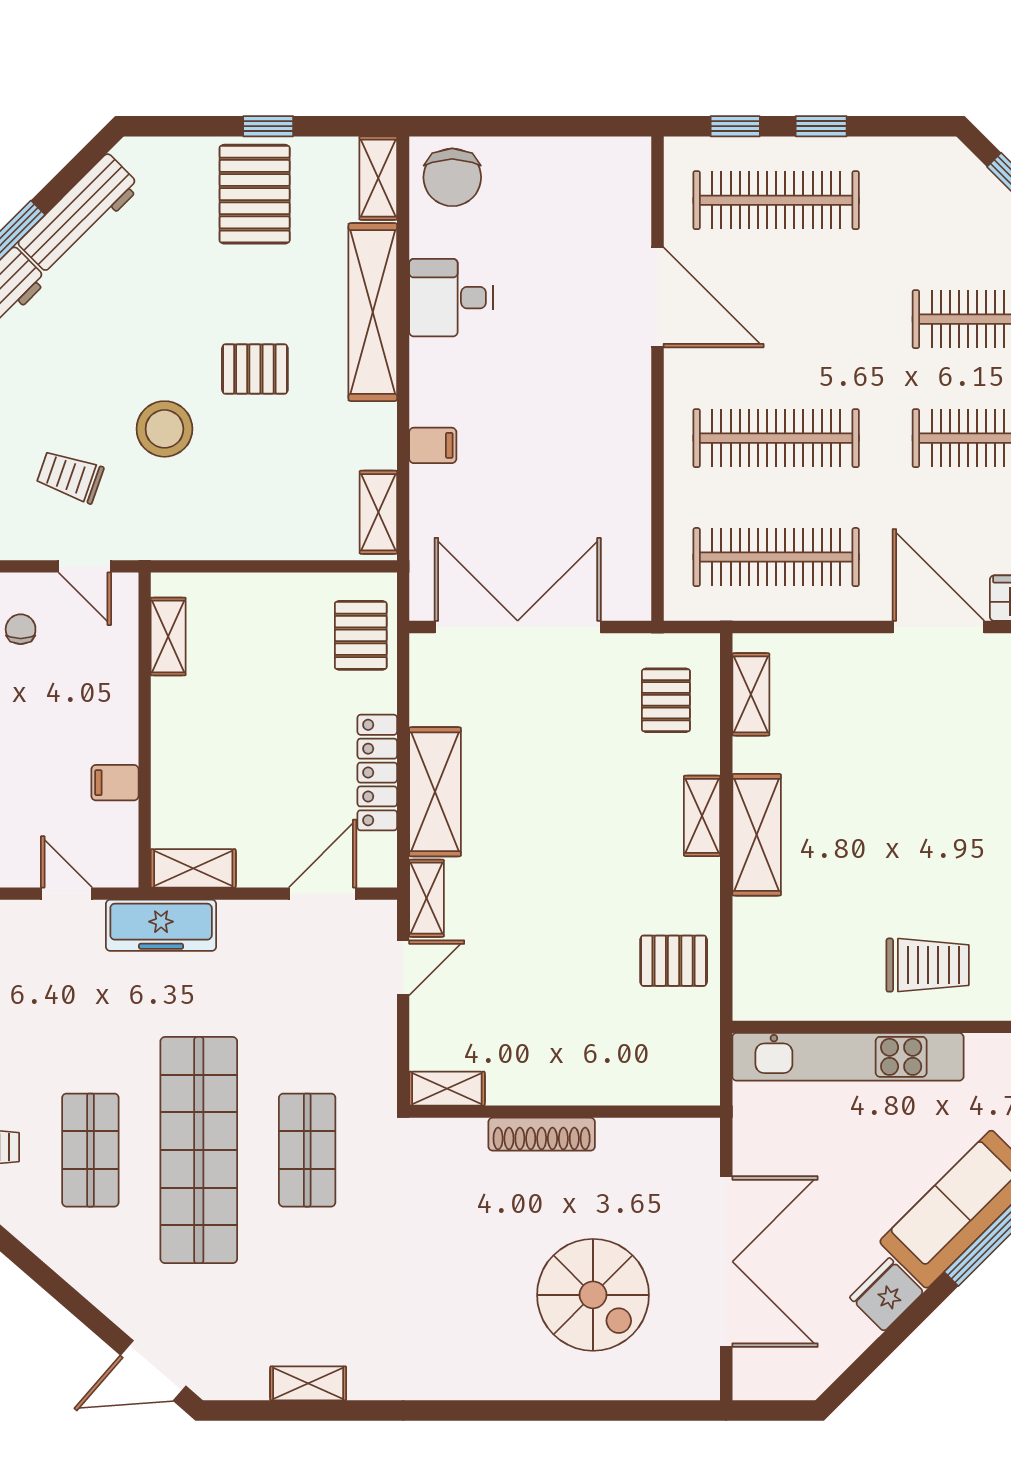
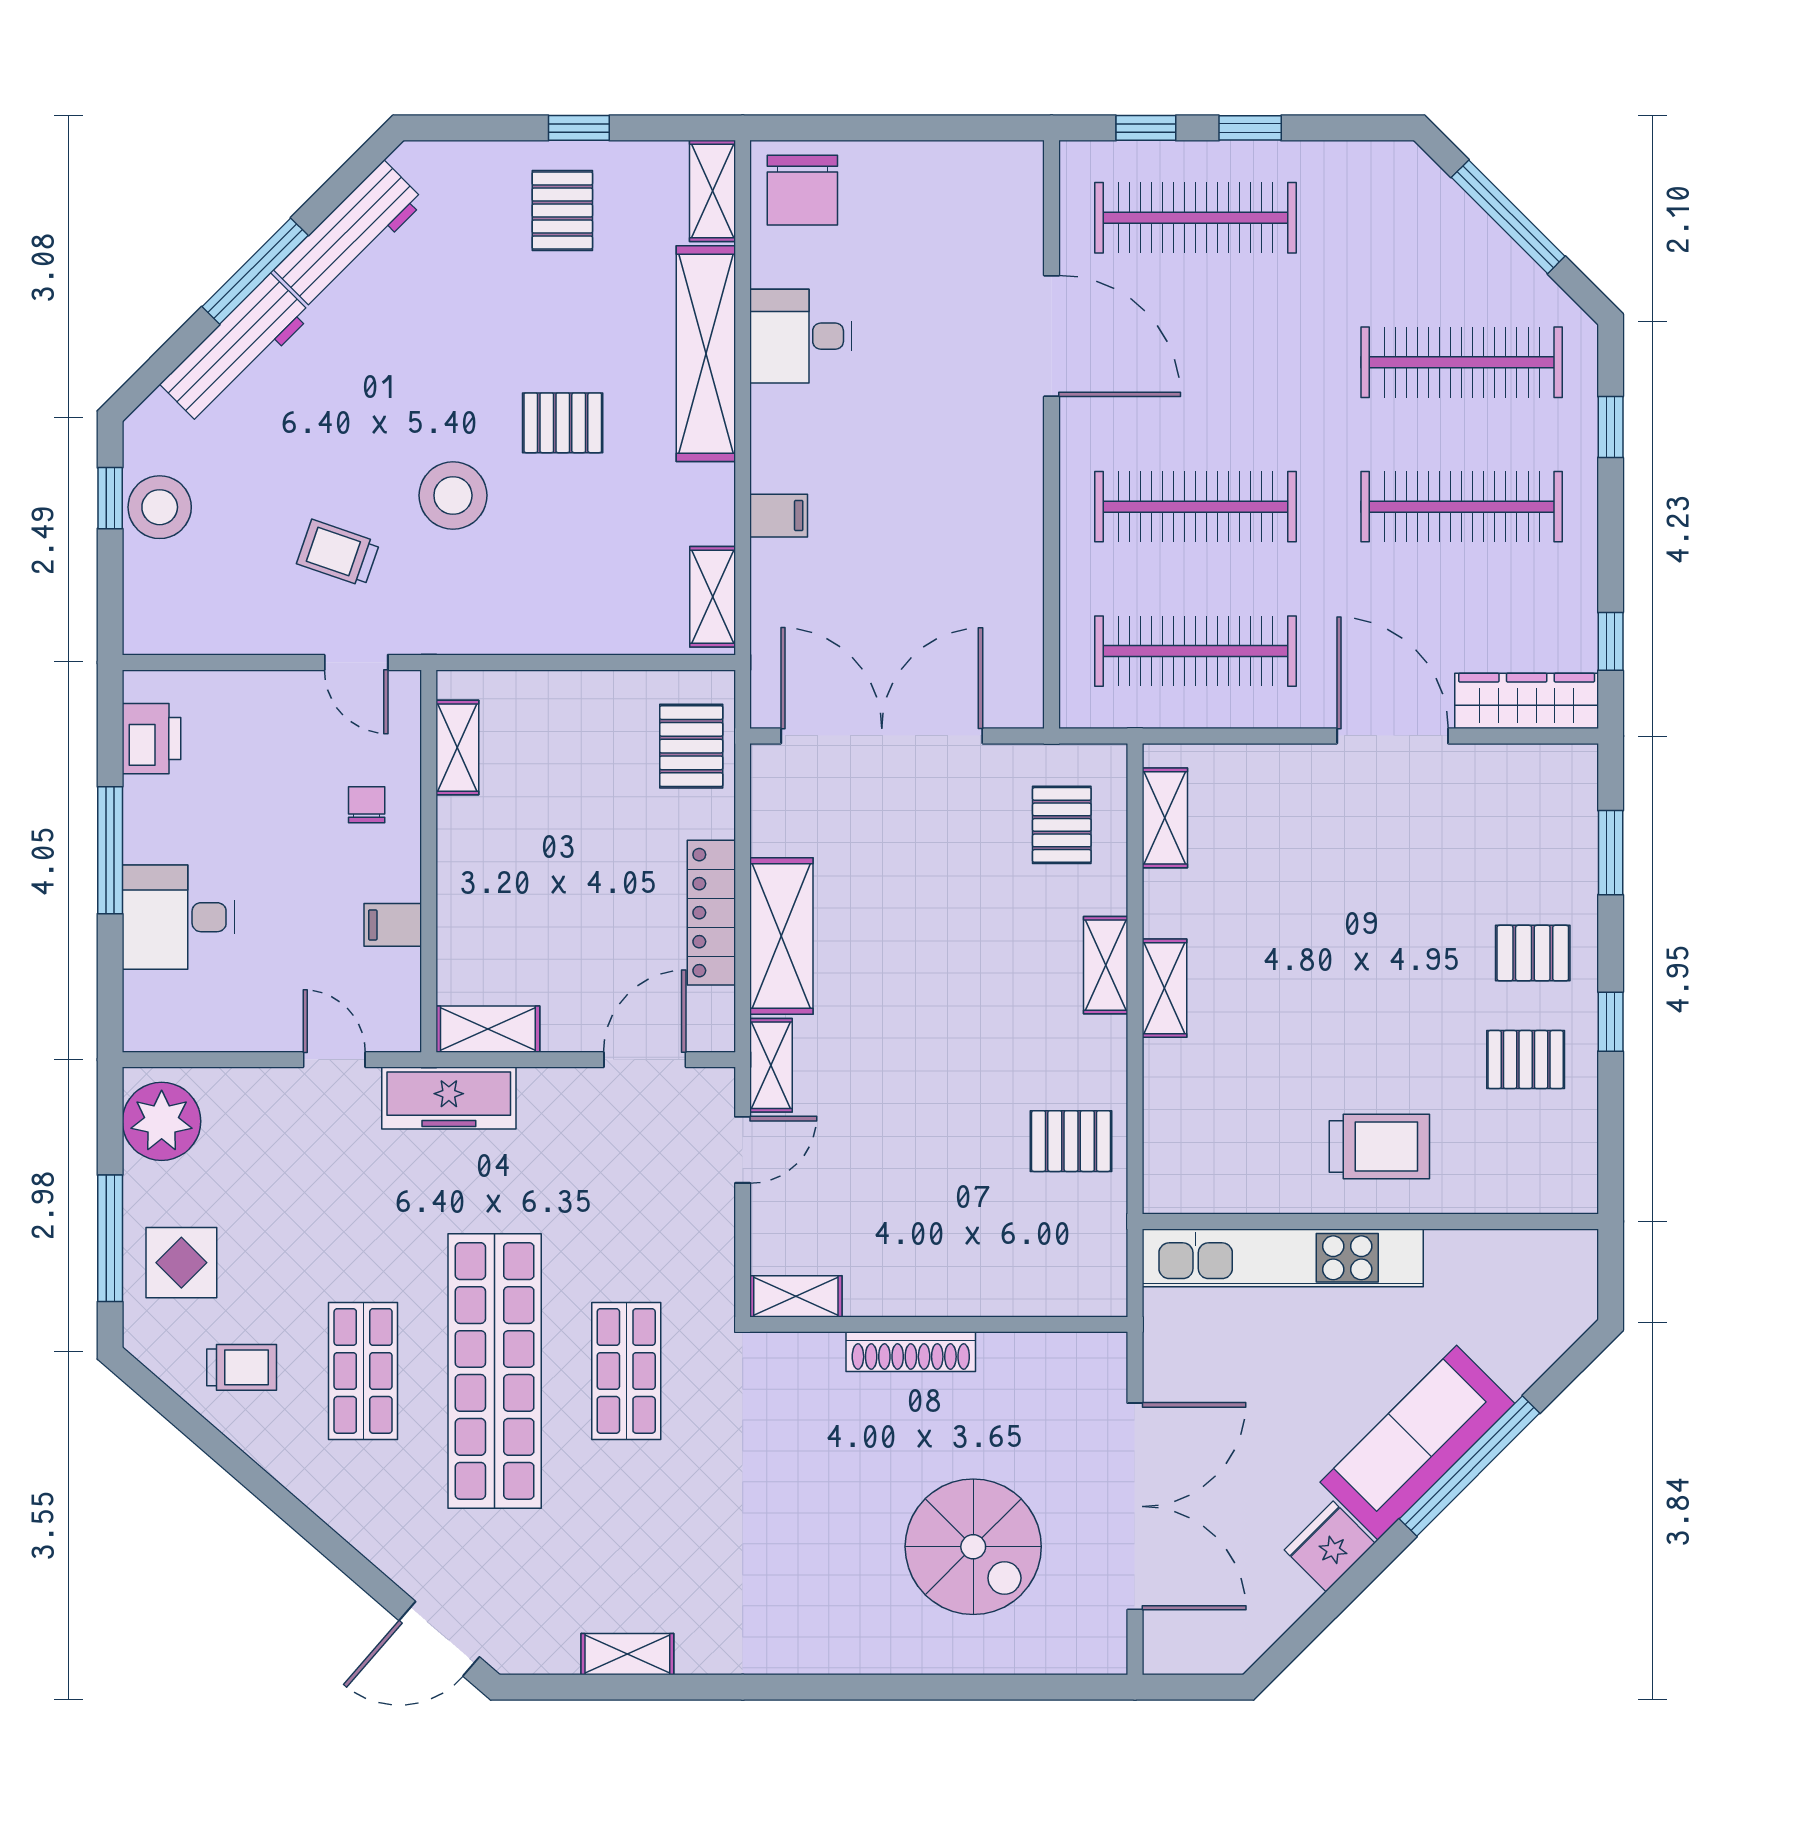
pallet: (255, 194) -> (562, 211), width x0.67, depth x0.71
chair: (21, 629) -> (367, 805), moved
shelving: (757, 835) -> (1164, 988), width x0.67, depth x0.75

